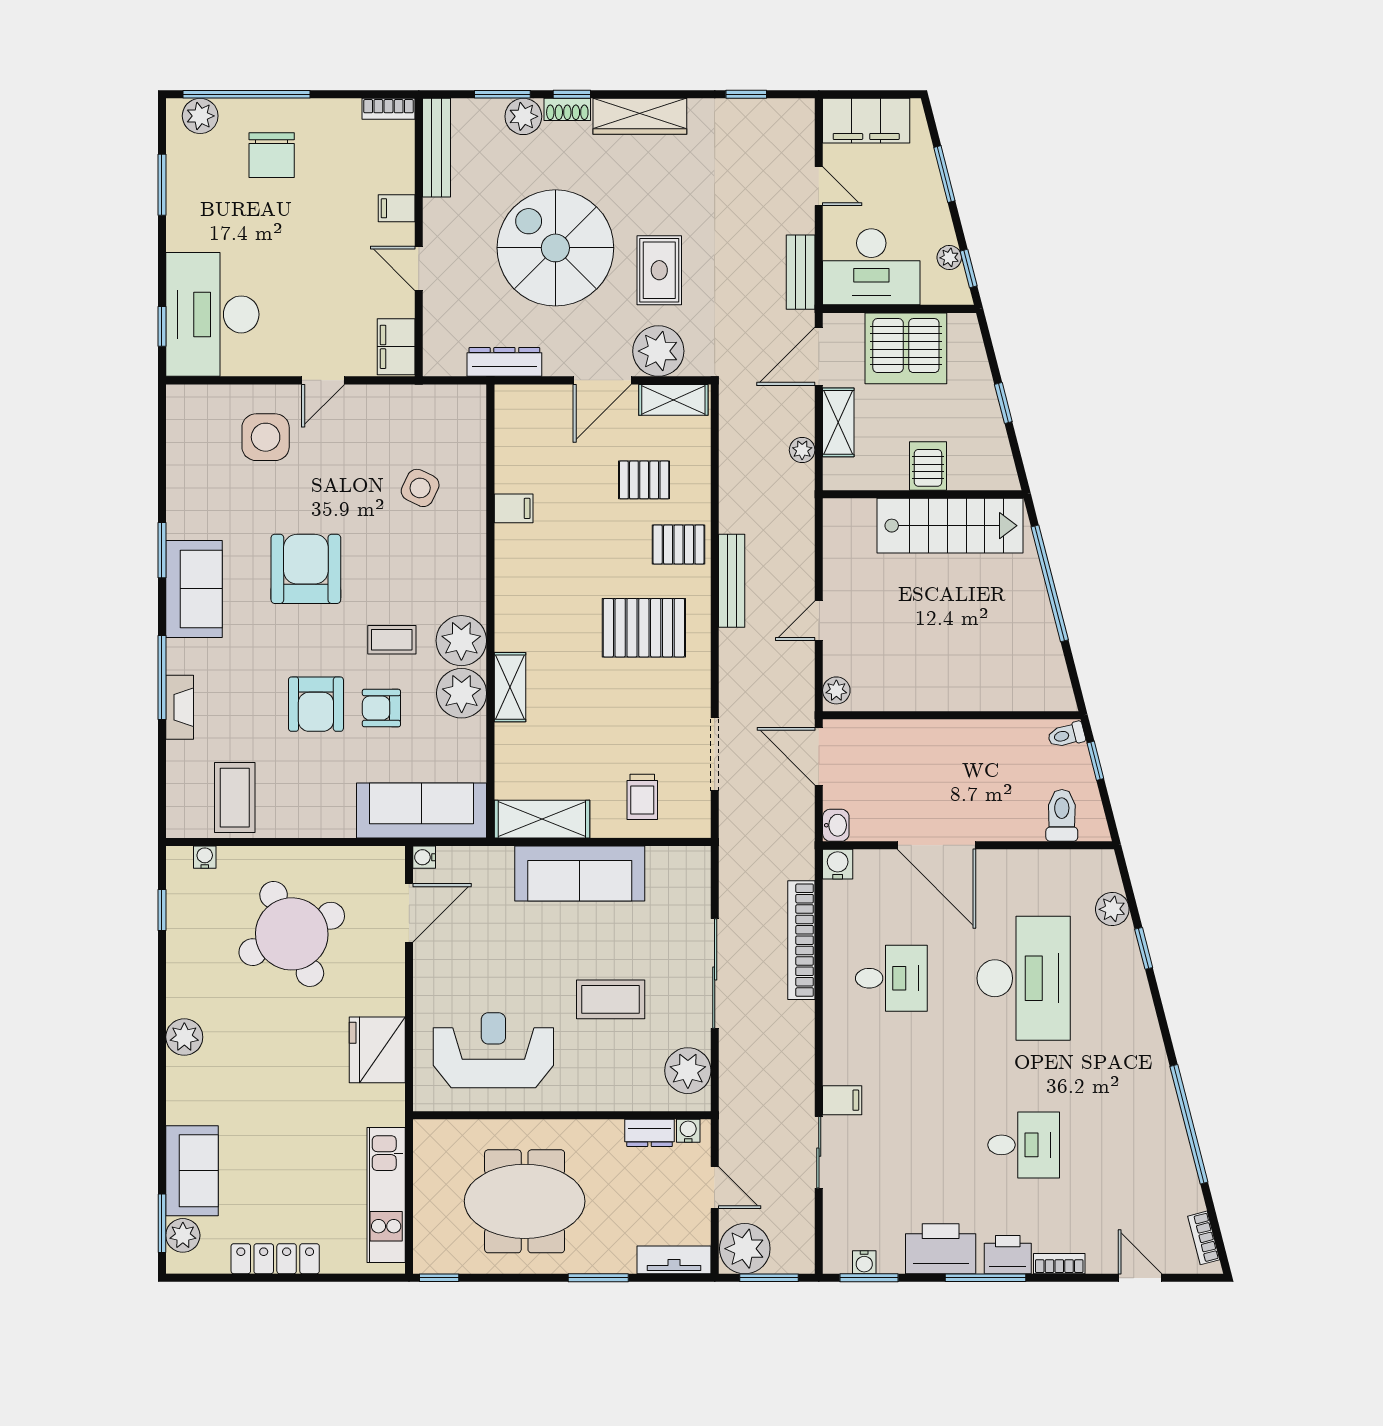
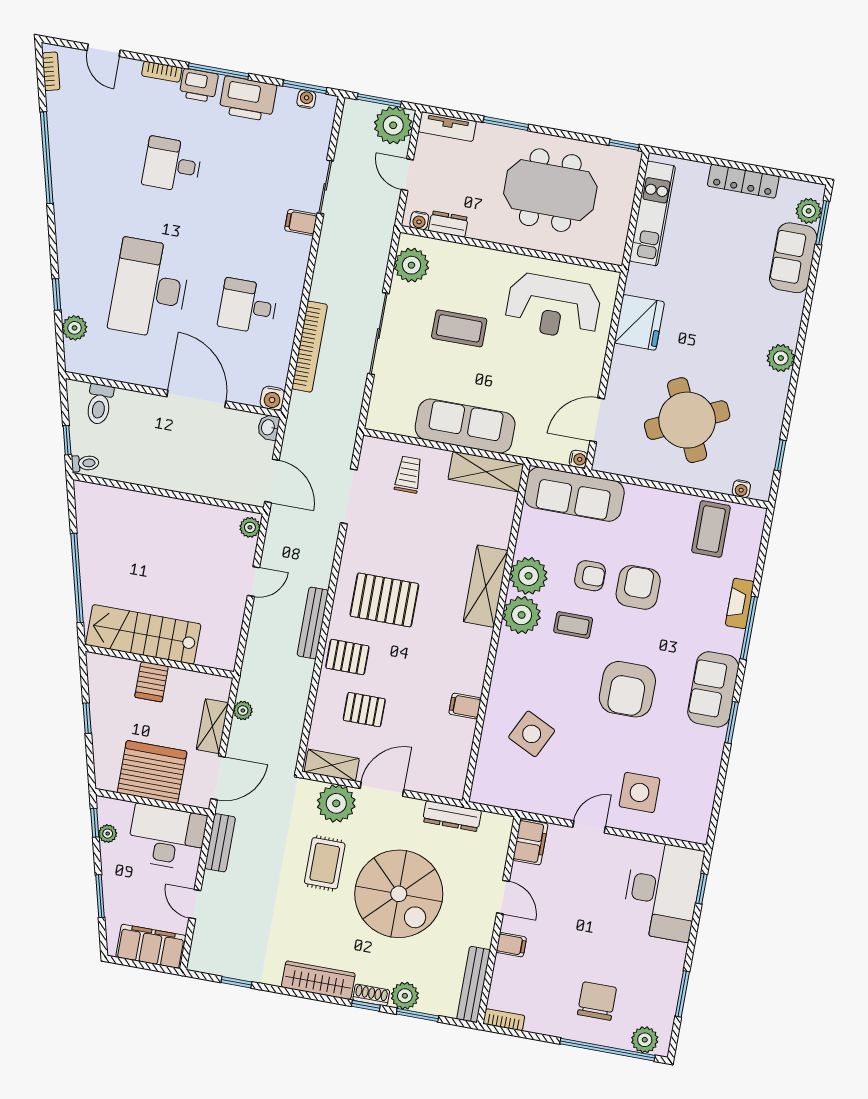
side table: (420, 488) -> (532, 734), width x1.37, depth x1.37
shelving: (510, 687) -> (486, 586), width x1.50, depth x1.33

